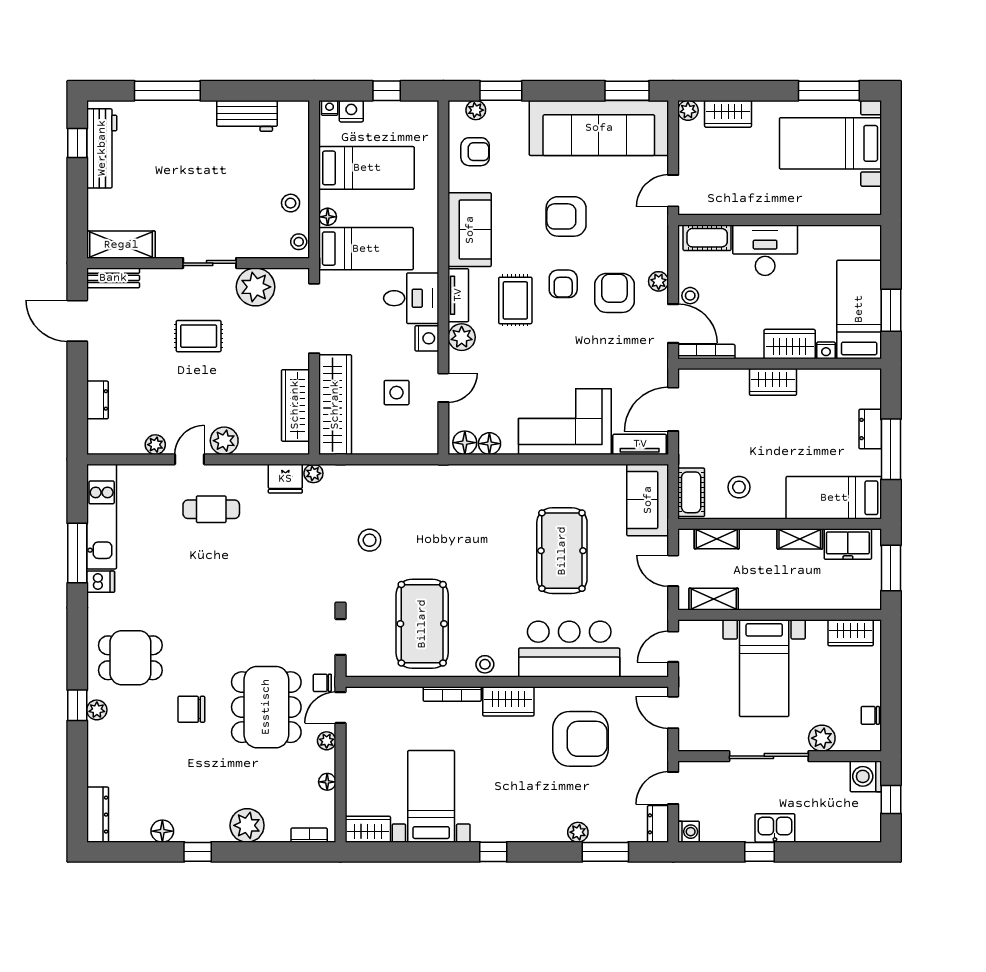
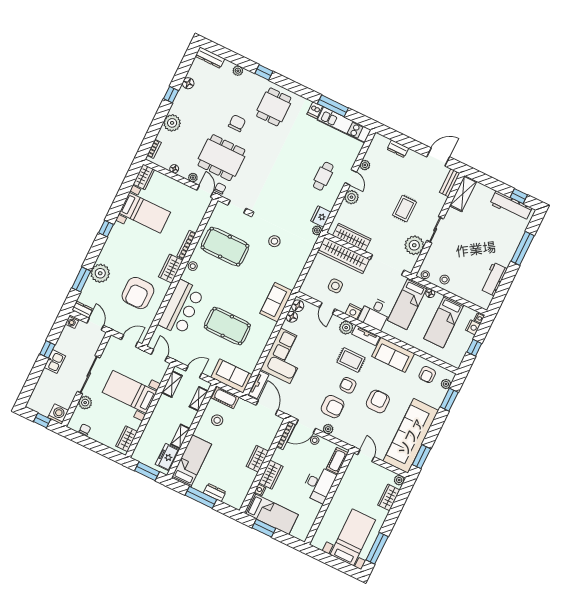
sofa: (477, 484) -> (276, 302), added
plant: (97, 710) -> (238, 71), moved
plant: (578, 832) -> (100, 273), width x1.87, depth x1.87

